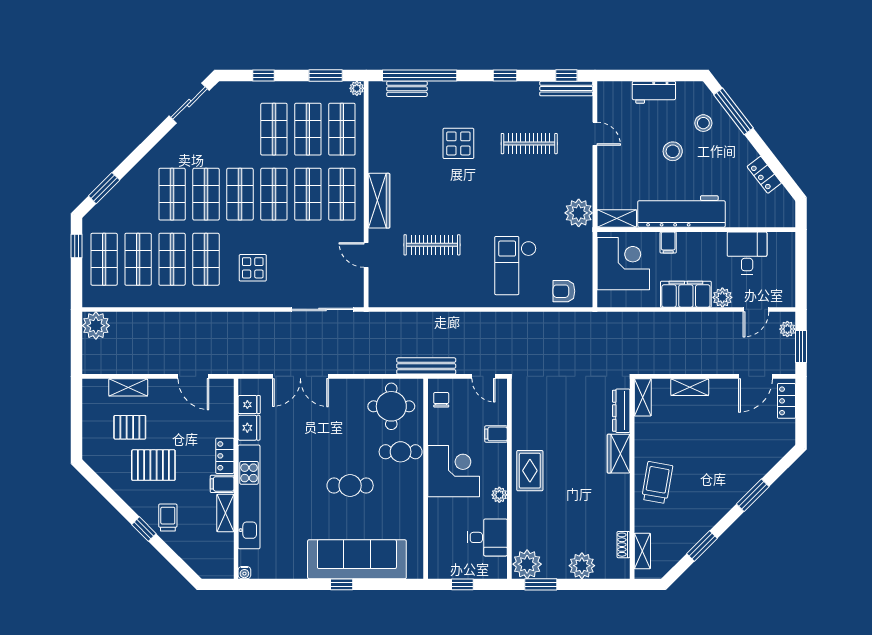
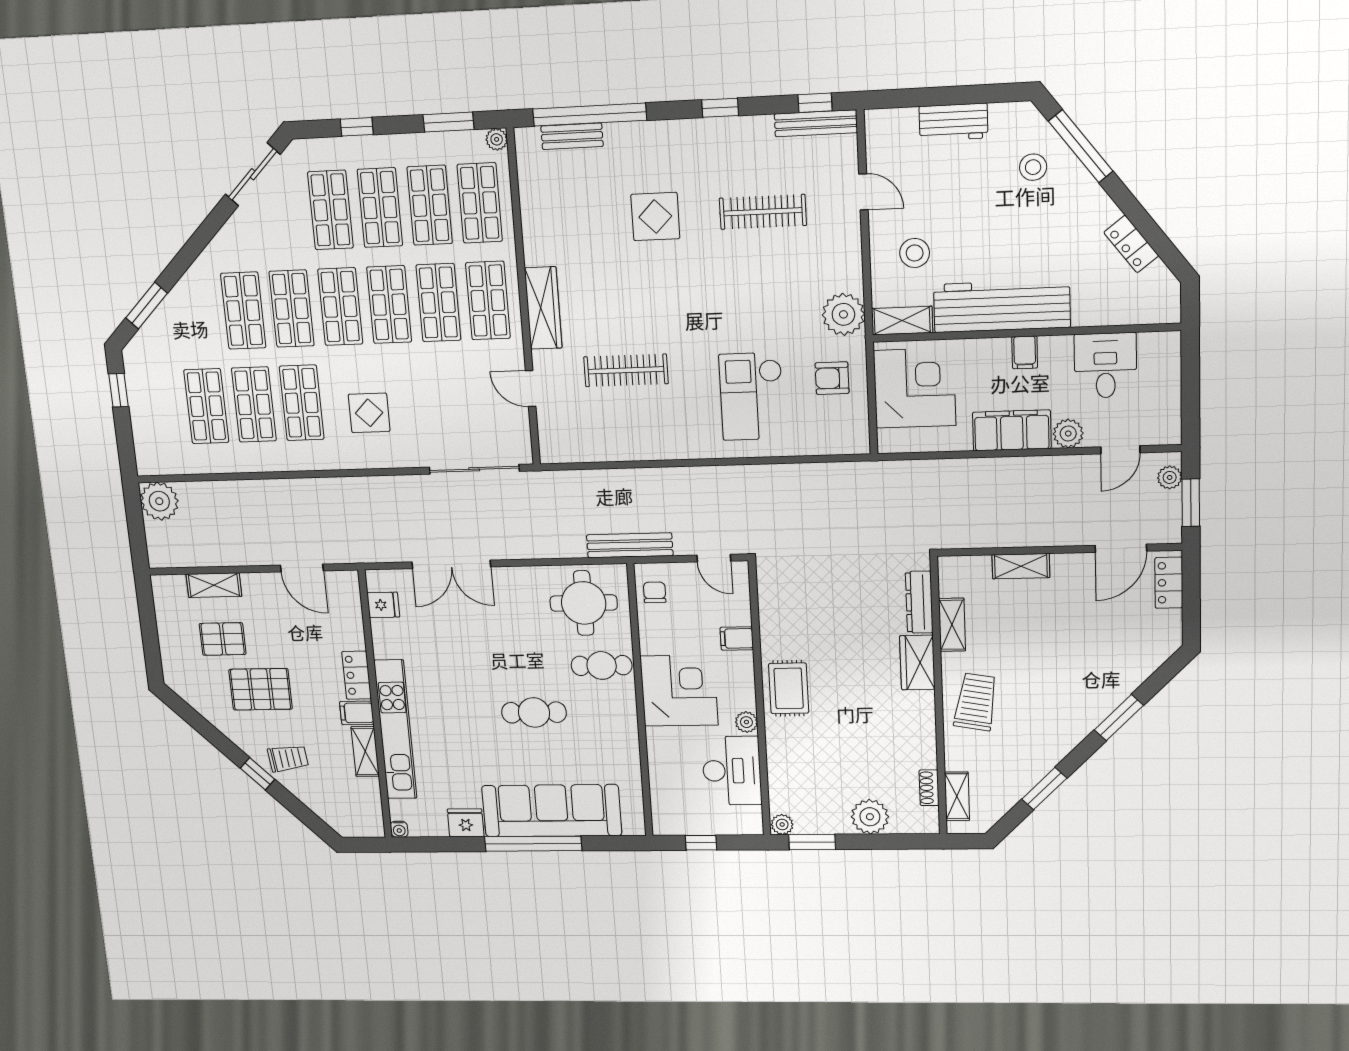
stool: (673, 151) -> (915, 253), moved
filing cabinet: (668, 242) -> (1025, 352), moved
shop shelf: (104, 259) -> (330, 210), moved
armchair: (564, 291) -> (832, 378), moved
shelving: (643, 397) -> (952, 625), moved
fridge: (249, 428) -> (466, 823), moved, turned -90
trolley: (168, 518) -> (288, 758), turned 83
desk: (487, 537) -> (732, 771), width x1.37
plant: (527, 564) -> (782, 824), width x0.53, depth x0.53
window: (342, 584) -> (533, 844), width x3.17

